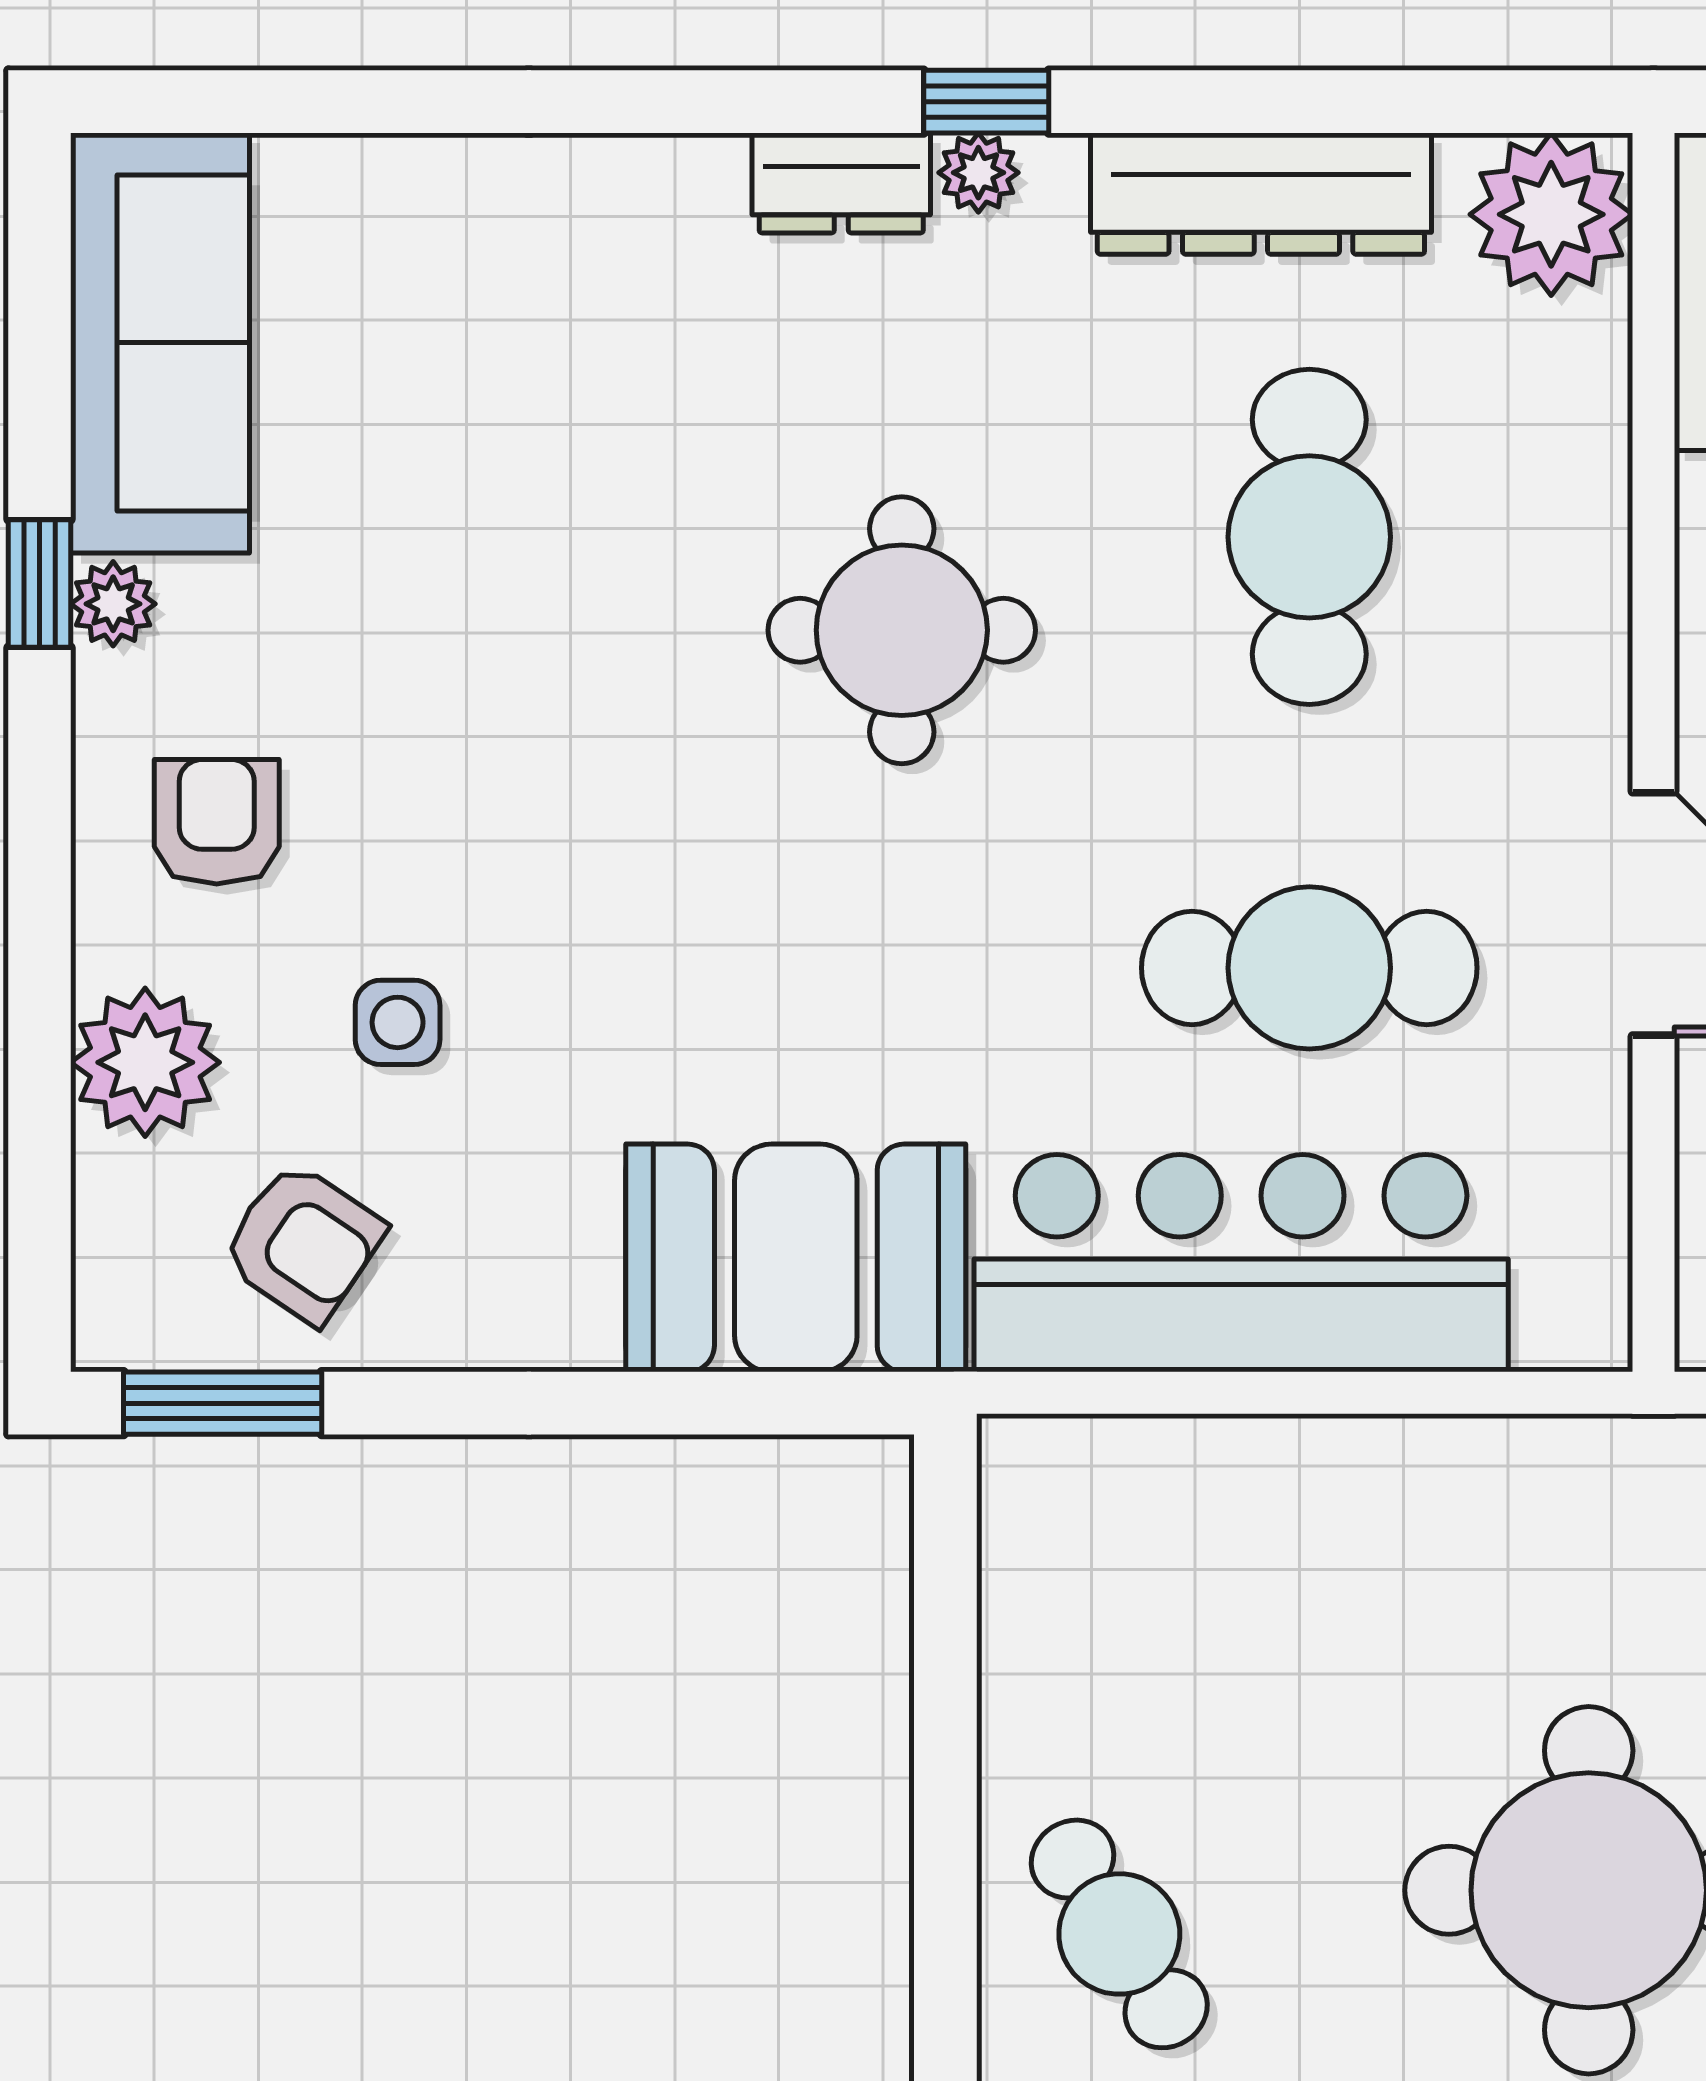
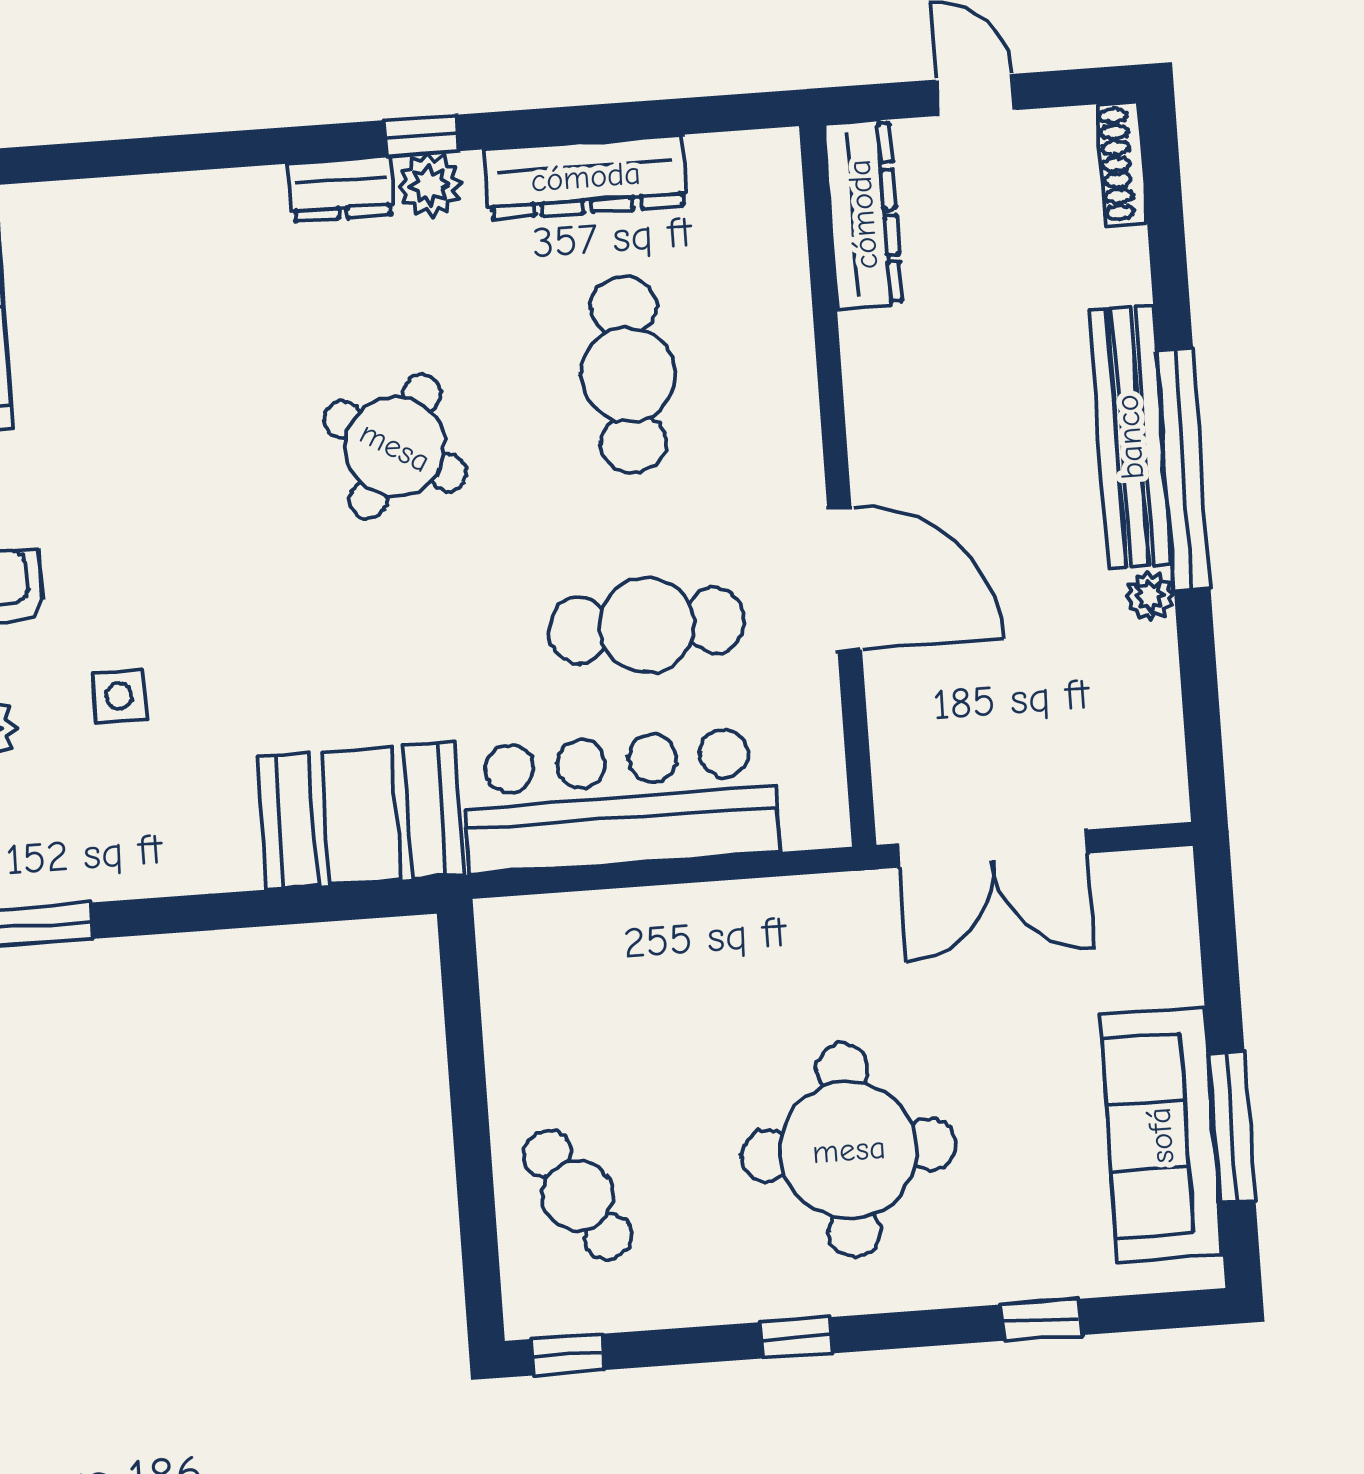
plant: (978, 173) -> (430, 185), width x1.38, depth x1.38
plant: (1551, 214) -> (755, 177), removed
round table: (902, 630) -> (395, 447), turned 31
armchair: (303, 1243) -> (73, 828), removed

